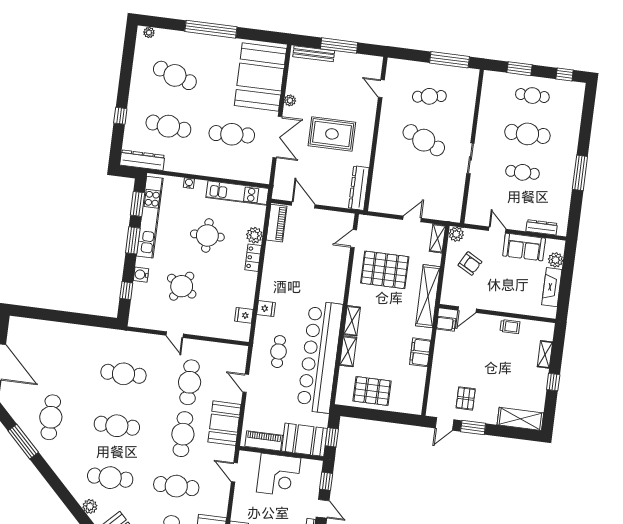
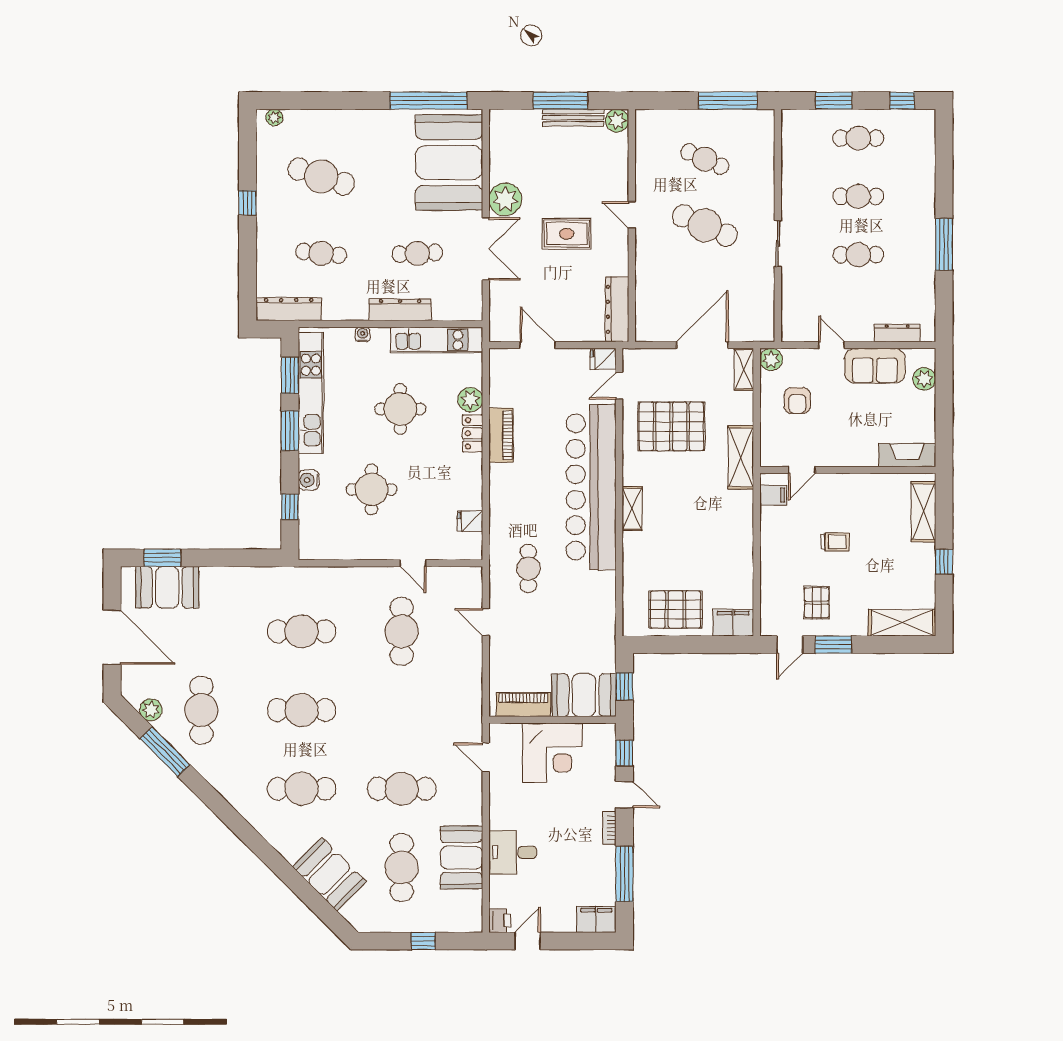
window: (211, 29) -> (429, 101), moved
bench: (314, 54) -> (573, 118), moved
plant: (375, 64) -> (617, 121), added
door: (381, 89) -> (632, 215), moved
cafe table: (429, 96) -> (705, 159), turned 33
plant: (290, 100) -> (505, 199), width x1.88, depth x1.88
window: (120, 116) -> (248, 203), moved
cafe table: (168, 126) -> (321, 253), width x0.73, depth x0.74
cafe table: (232, 134) -> (417, 253), width x0.73, depth x0.74
rug: (332, 134) -> (567, 234), width x0.73, depth x0.70
cafe table: (527, 134) -> (858, 196), width x0.73, depth x0.74
dresser: (216, 170) -> (400, 310), added
door: (412, 219) -> (702, 345), width x1.87
piano: (277, 223) -> (501, 435), moved
armchair: (470, 263) -> (797, 401), turned 61
round table: (182, 286) -> (372, 490), turned -31
fireplace: (552, 287) -> (907, 455), moved, turned 90
shelving: (428, 296) -> (741, 457), width x0.68
fridge: (266, 309) -> (603, 359), moved, turned 180
window: (38, 314) -> (162, 558), added
trolley: (510, 327) -> (835, 542), moved
door: (175, 335) -> (413, 563), moved
shelving: (348, 351) -> (632, 555), removed
filing cabinet: (420, 352) -> (733, 623), moved, turned 90
shelving: (545, 354) -> (923, 512), width x1.50, depth x1.33
bar counter: (320, 357) -> (591, 487), moved
booth: (224, 423) -> (167, 587), moved, turned 90
cafe table: (183, 434) -> (402, 710), removed
plant: (90, 506) -> (151, 710), moved

